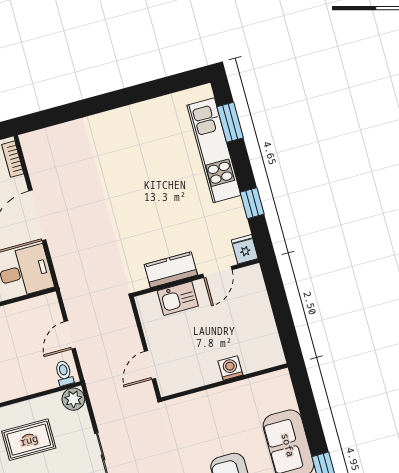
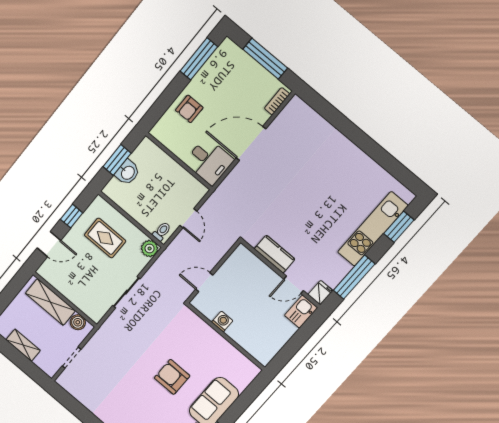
window: (252, 203) -> (354, 277), width x2.17
kitchen sink: (178, 298) -> (301, 312), moved, turned 90
door: (70, 335) -> (188, 218), swing flipped
washing machine: (230, 368) -> (222, 321), moved

